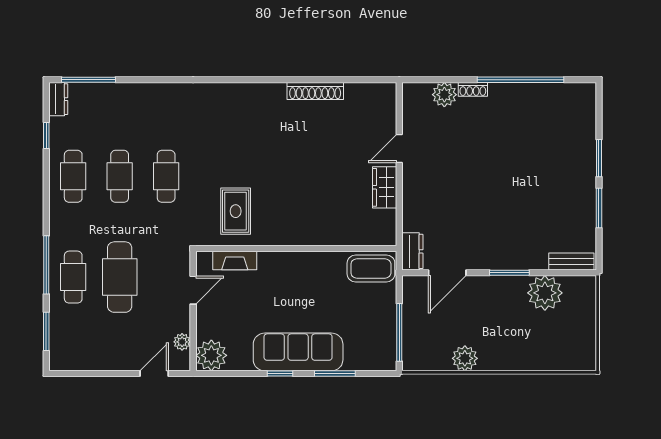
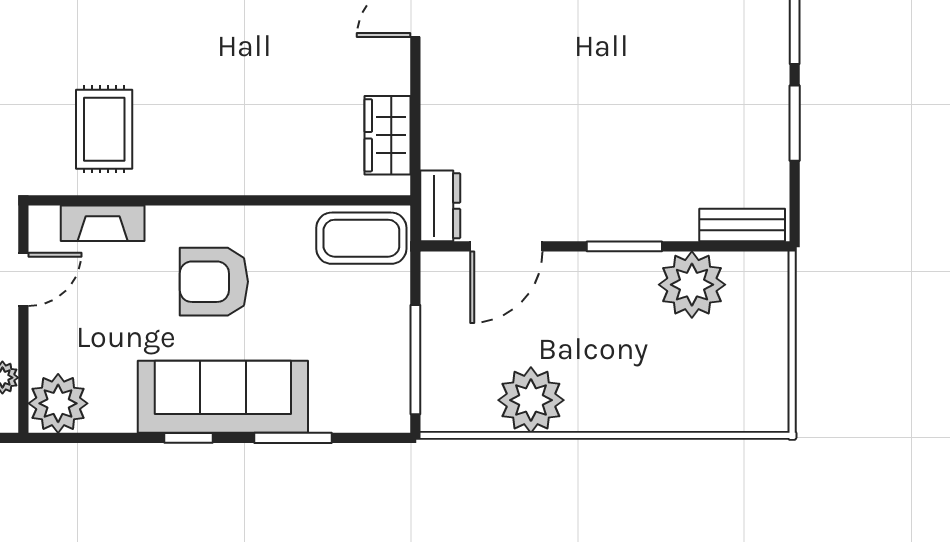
wardrobe: (385, 187) -> (387, 135), moved
armchair: (293, 291) -> (214, 282), added
plant: (465, 358) -> (531, 400), width x1.36, depth x1.36

